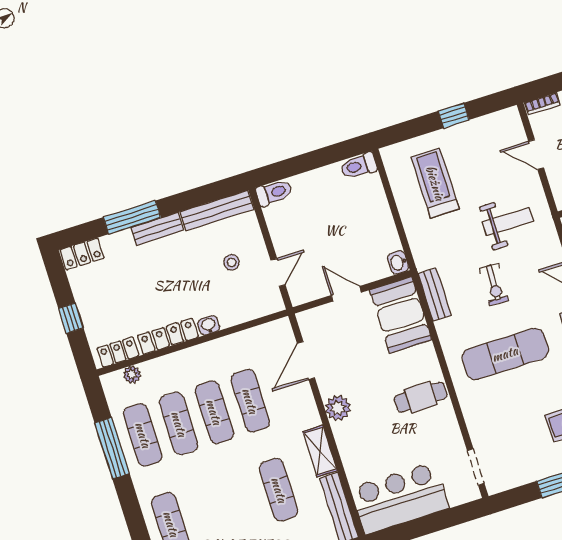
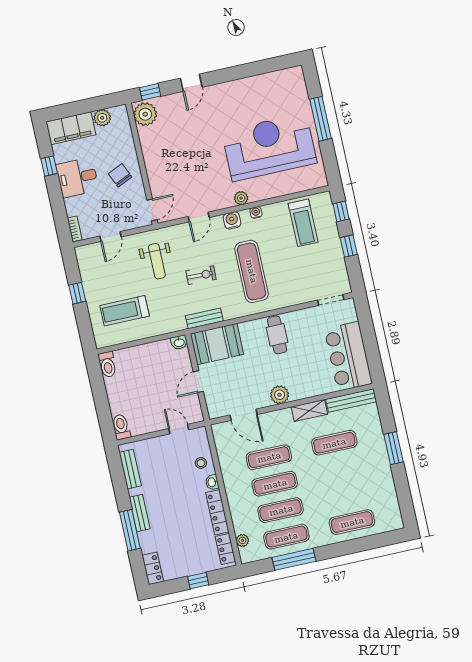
bench: (217, 210) -> (130, 469), width x0.73
weight bench: (508, 222) -> (157, 261), turned 180
stool: (232, 262) -> (201, 463), moved

